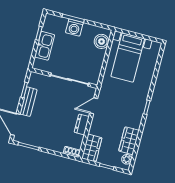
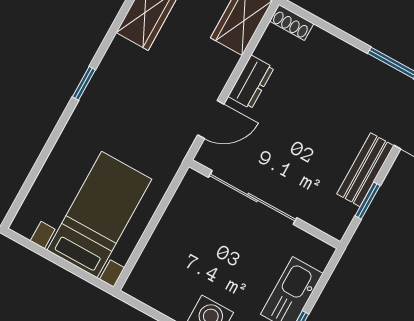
boiler: (101, 41) -> (152, 269), removed

